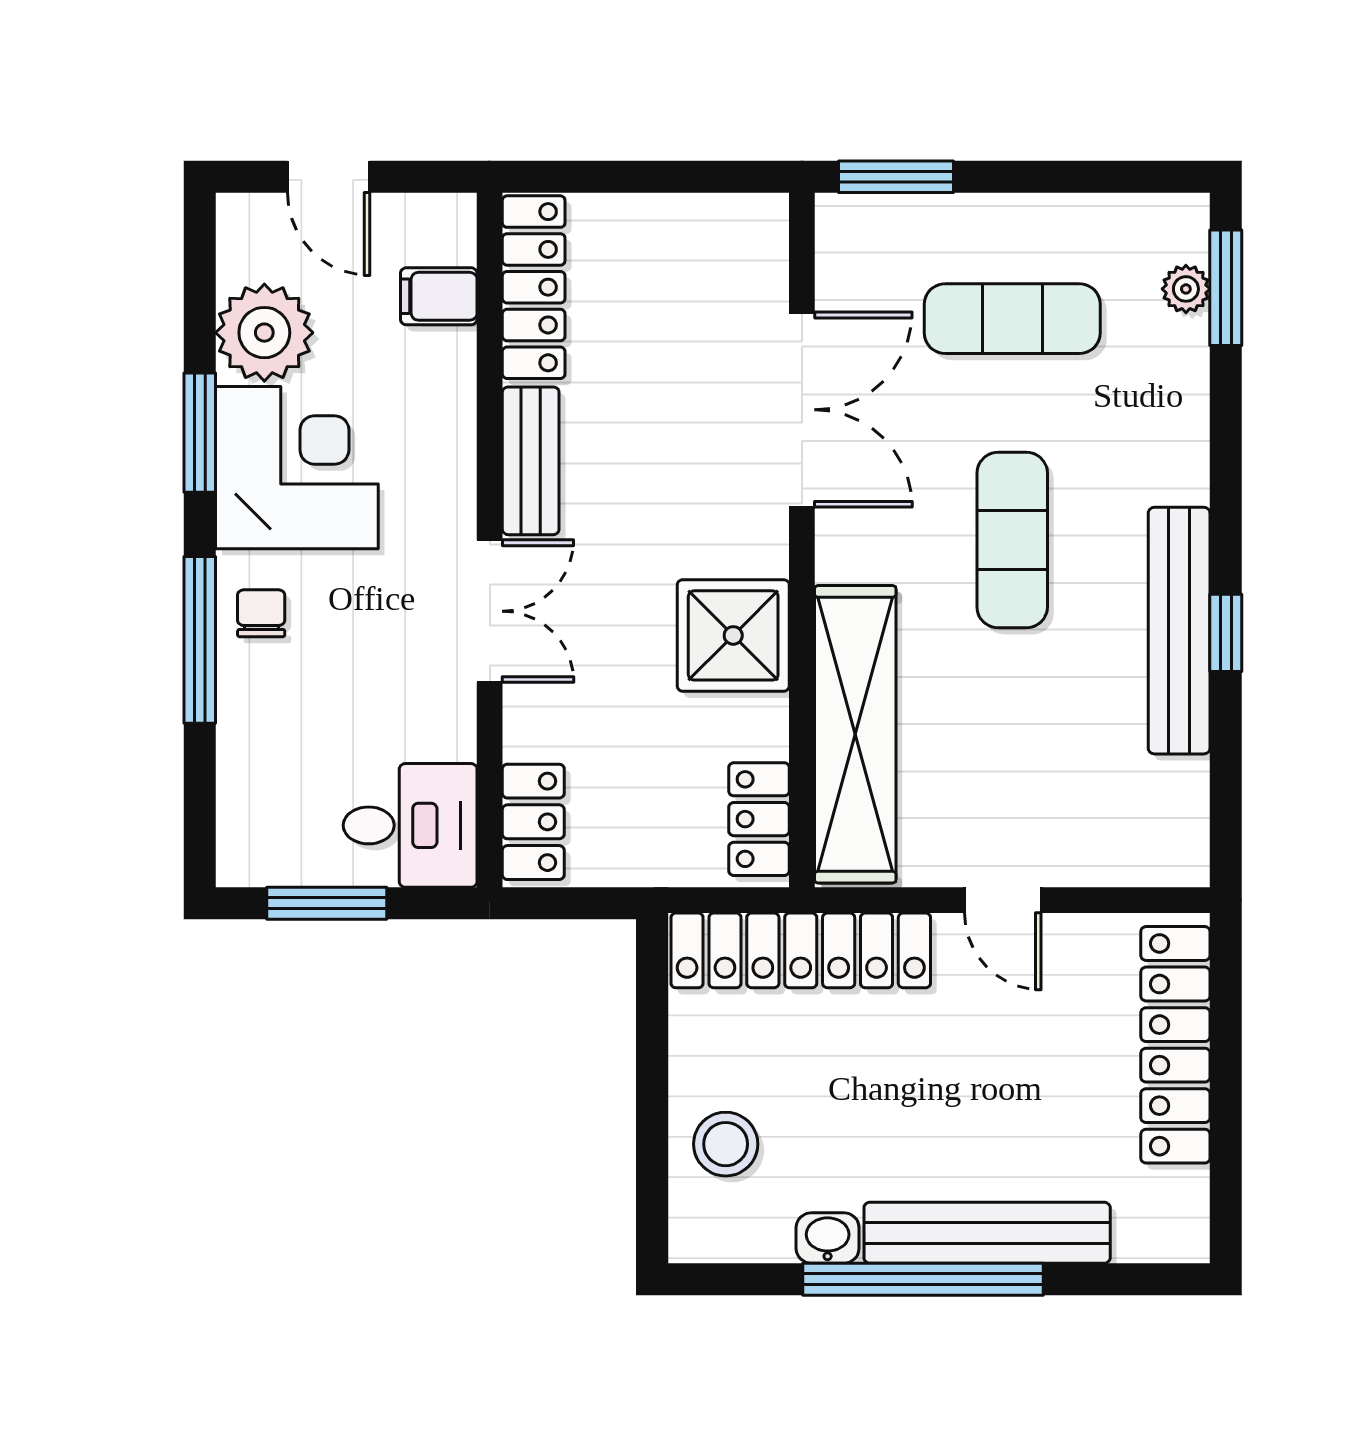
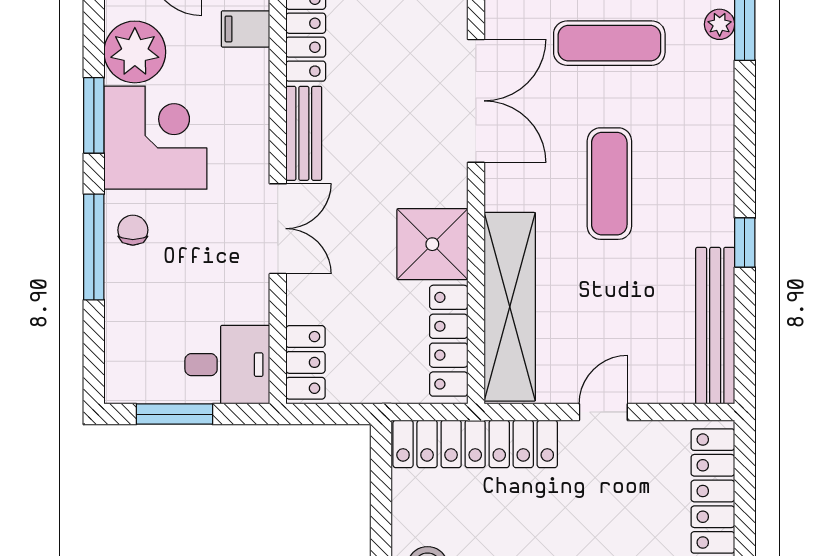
bench: (1179, 631) -> (715, 326), moved
locker: (759, 819) -> (449, 341), width x1.53
door: (1003, 900) -> (603, 412), swing flipped

